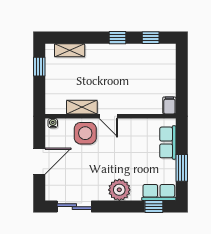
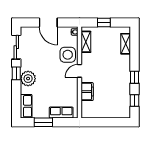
window: (39, 67) -> (104, 23), moved
filing cabinet: (169, 105) -> (87, 92), moved, width x2.00
shelving: (82, 107) -> (86, 42), moved
window: (154, 207) -> (16, 73), moved

